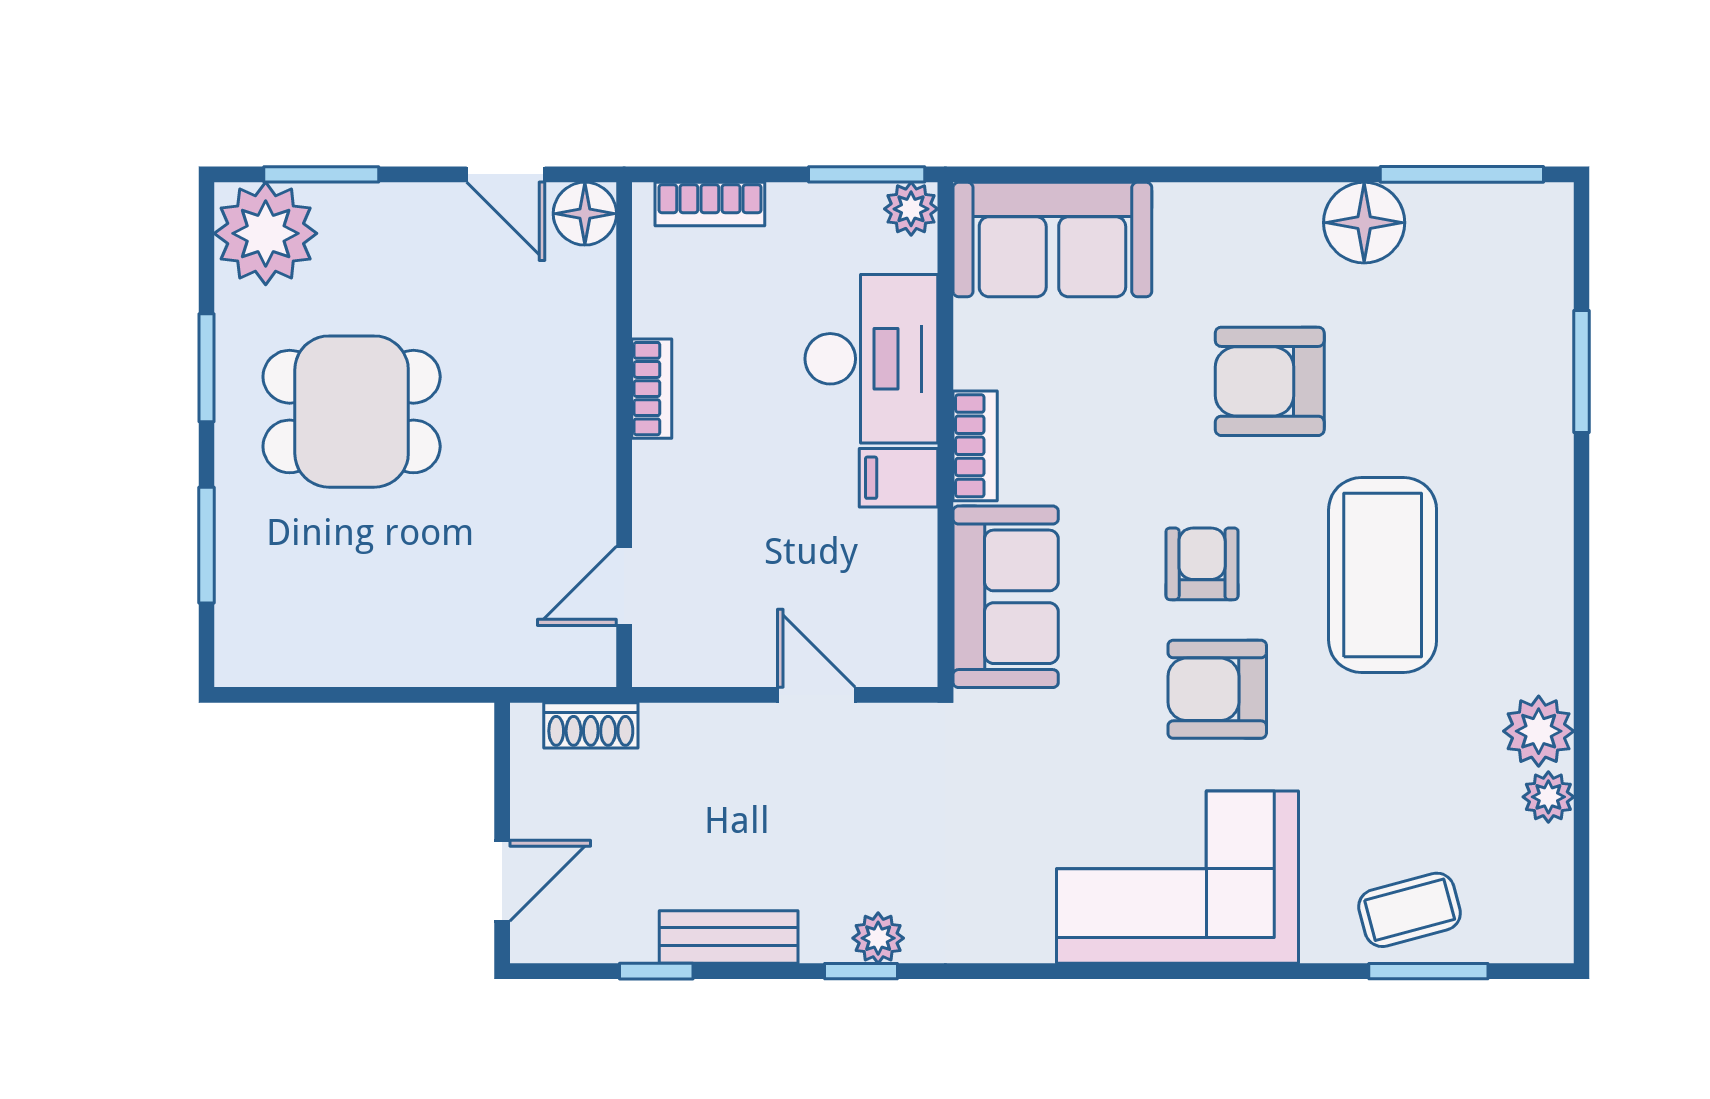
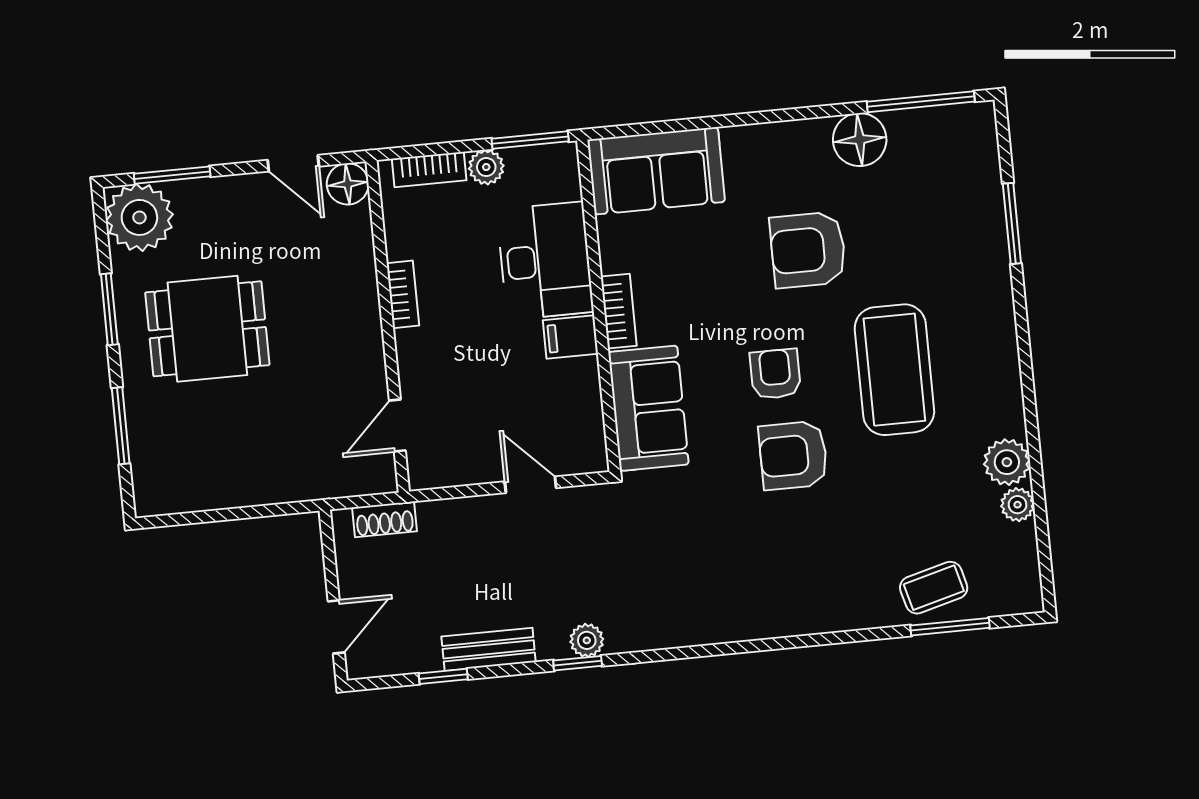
plant: (911, 209) -> (486, 167), moved
corner sofa: (1177, 877) -> (779, 581), removed

